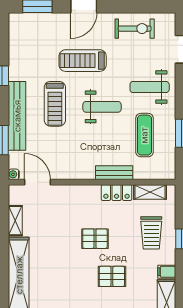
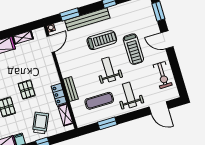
treadmill: (83, 61) -> (133, 49), turned 180
treadmill: (55, 104) -> (102, 40), turned 180
weight bench: (102, 107) -> (109, 70), turned 180
trolley: (151, 233) -> (41, 123), turned 115

